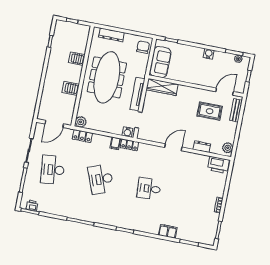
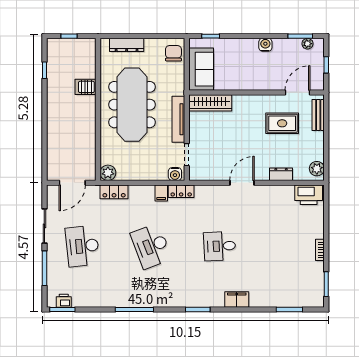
server rack: (71, 88) -> (85, 129), removed
filing cabinet: (168, 231) -> (237, 299), moved

